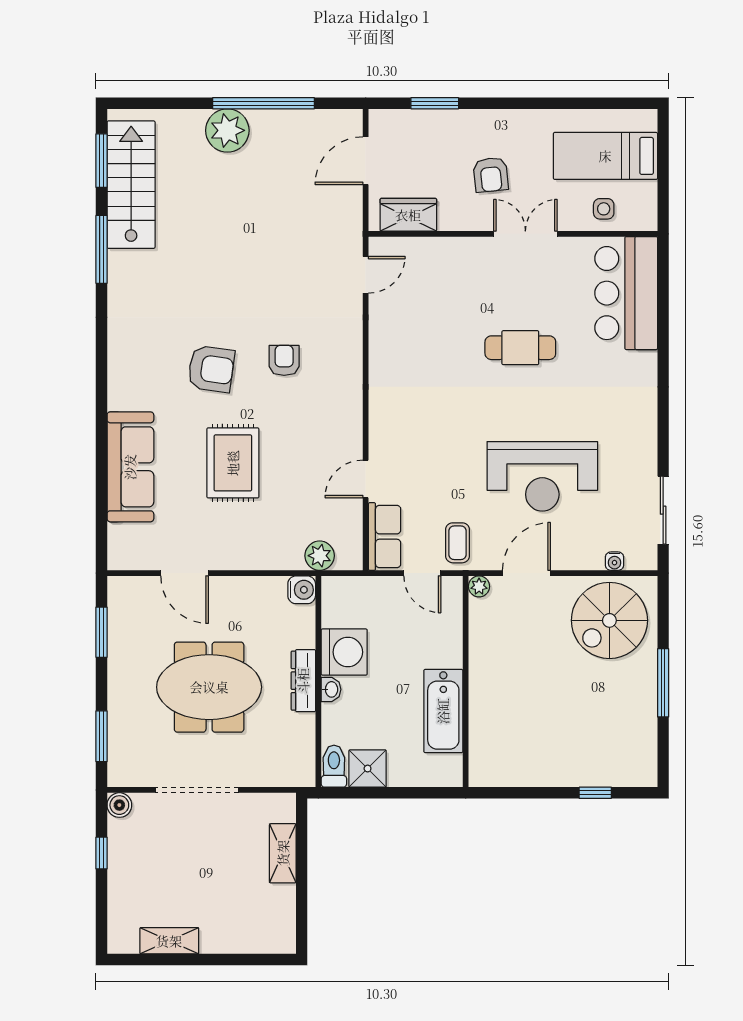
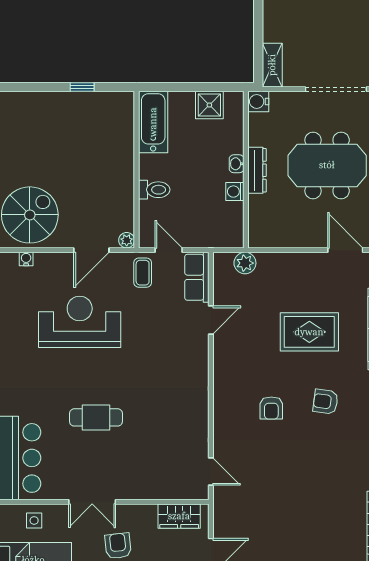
door: (366, 275) -> (211, 472), swing flipped
armchair: (211, 369) -> (326, 402), width x0.72, depth x0.72
rug: (233, 463) -> (309, 332), turned 90
water cooler: (302, 590) -> (258, 101), moved
washing machine: (344, 652) -> (235, 192), width x0.53, depth x0.53
bathtub: (443, 711) -> (153, 122), moved
toilet: (334, 766) -> (154, 190), moved, turned -90
window: (595, 793) -> (82, 87), moved
shelving: (283, 853) -> (272, 65), moved

